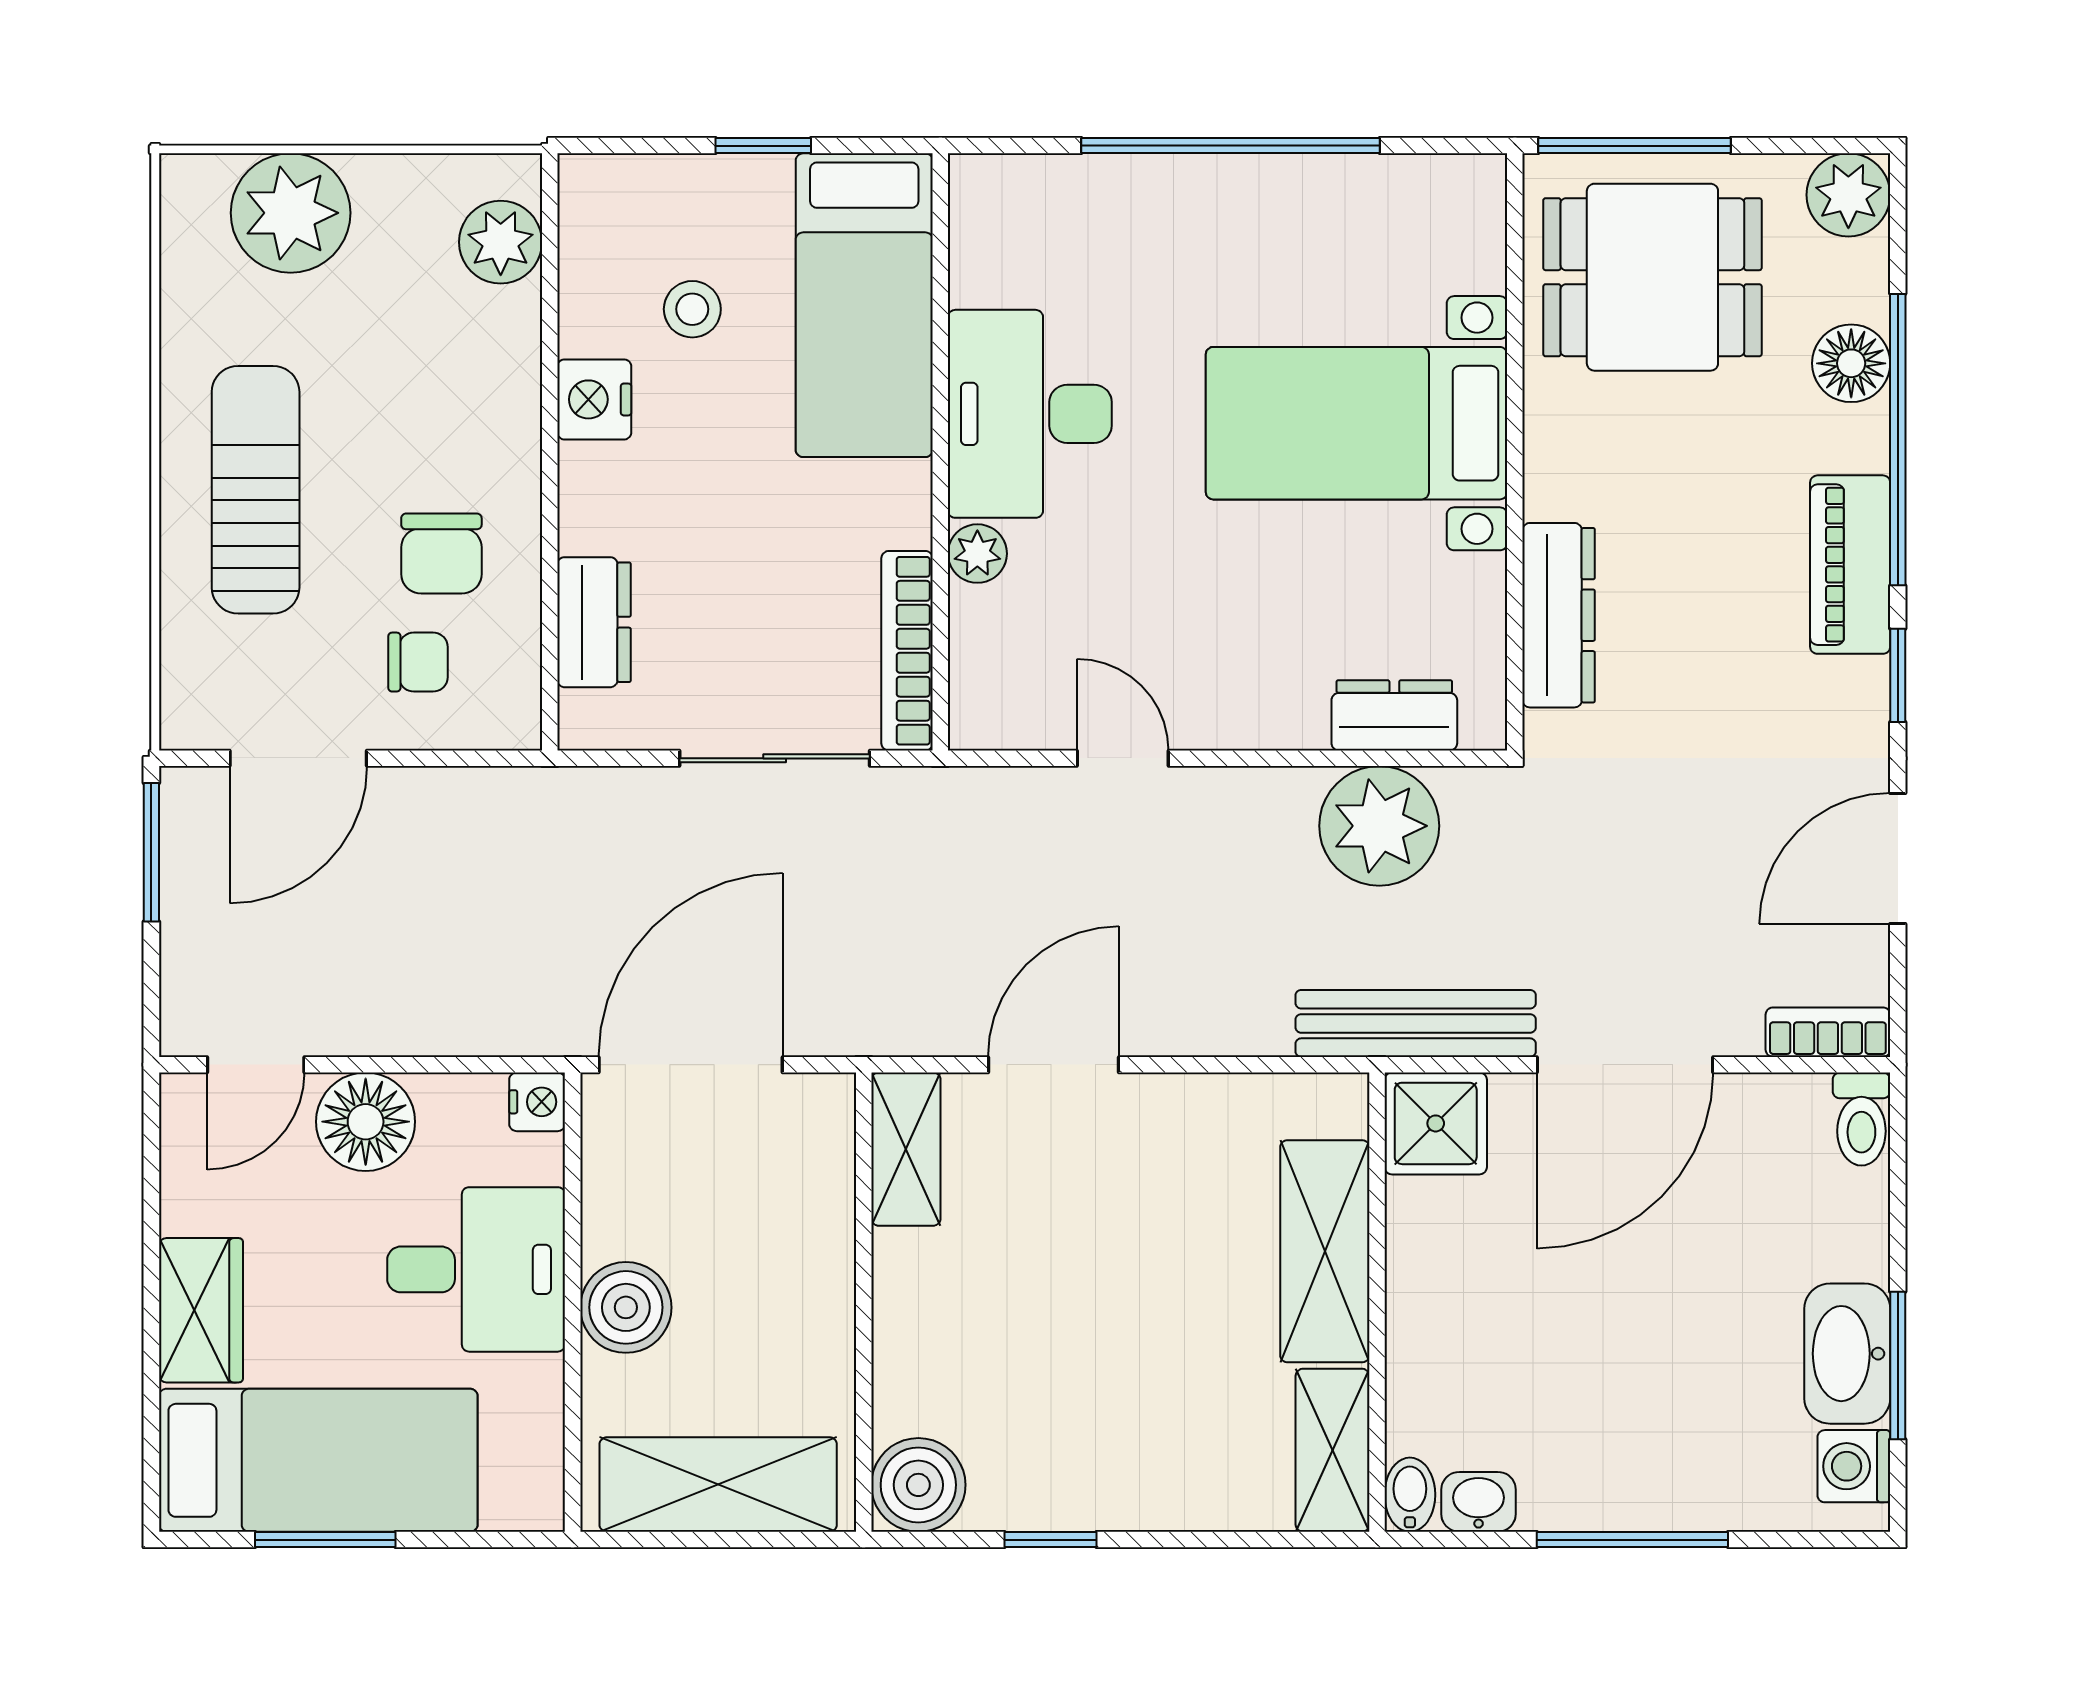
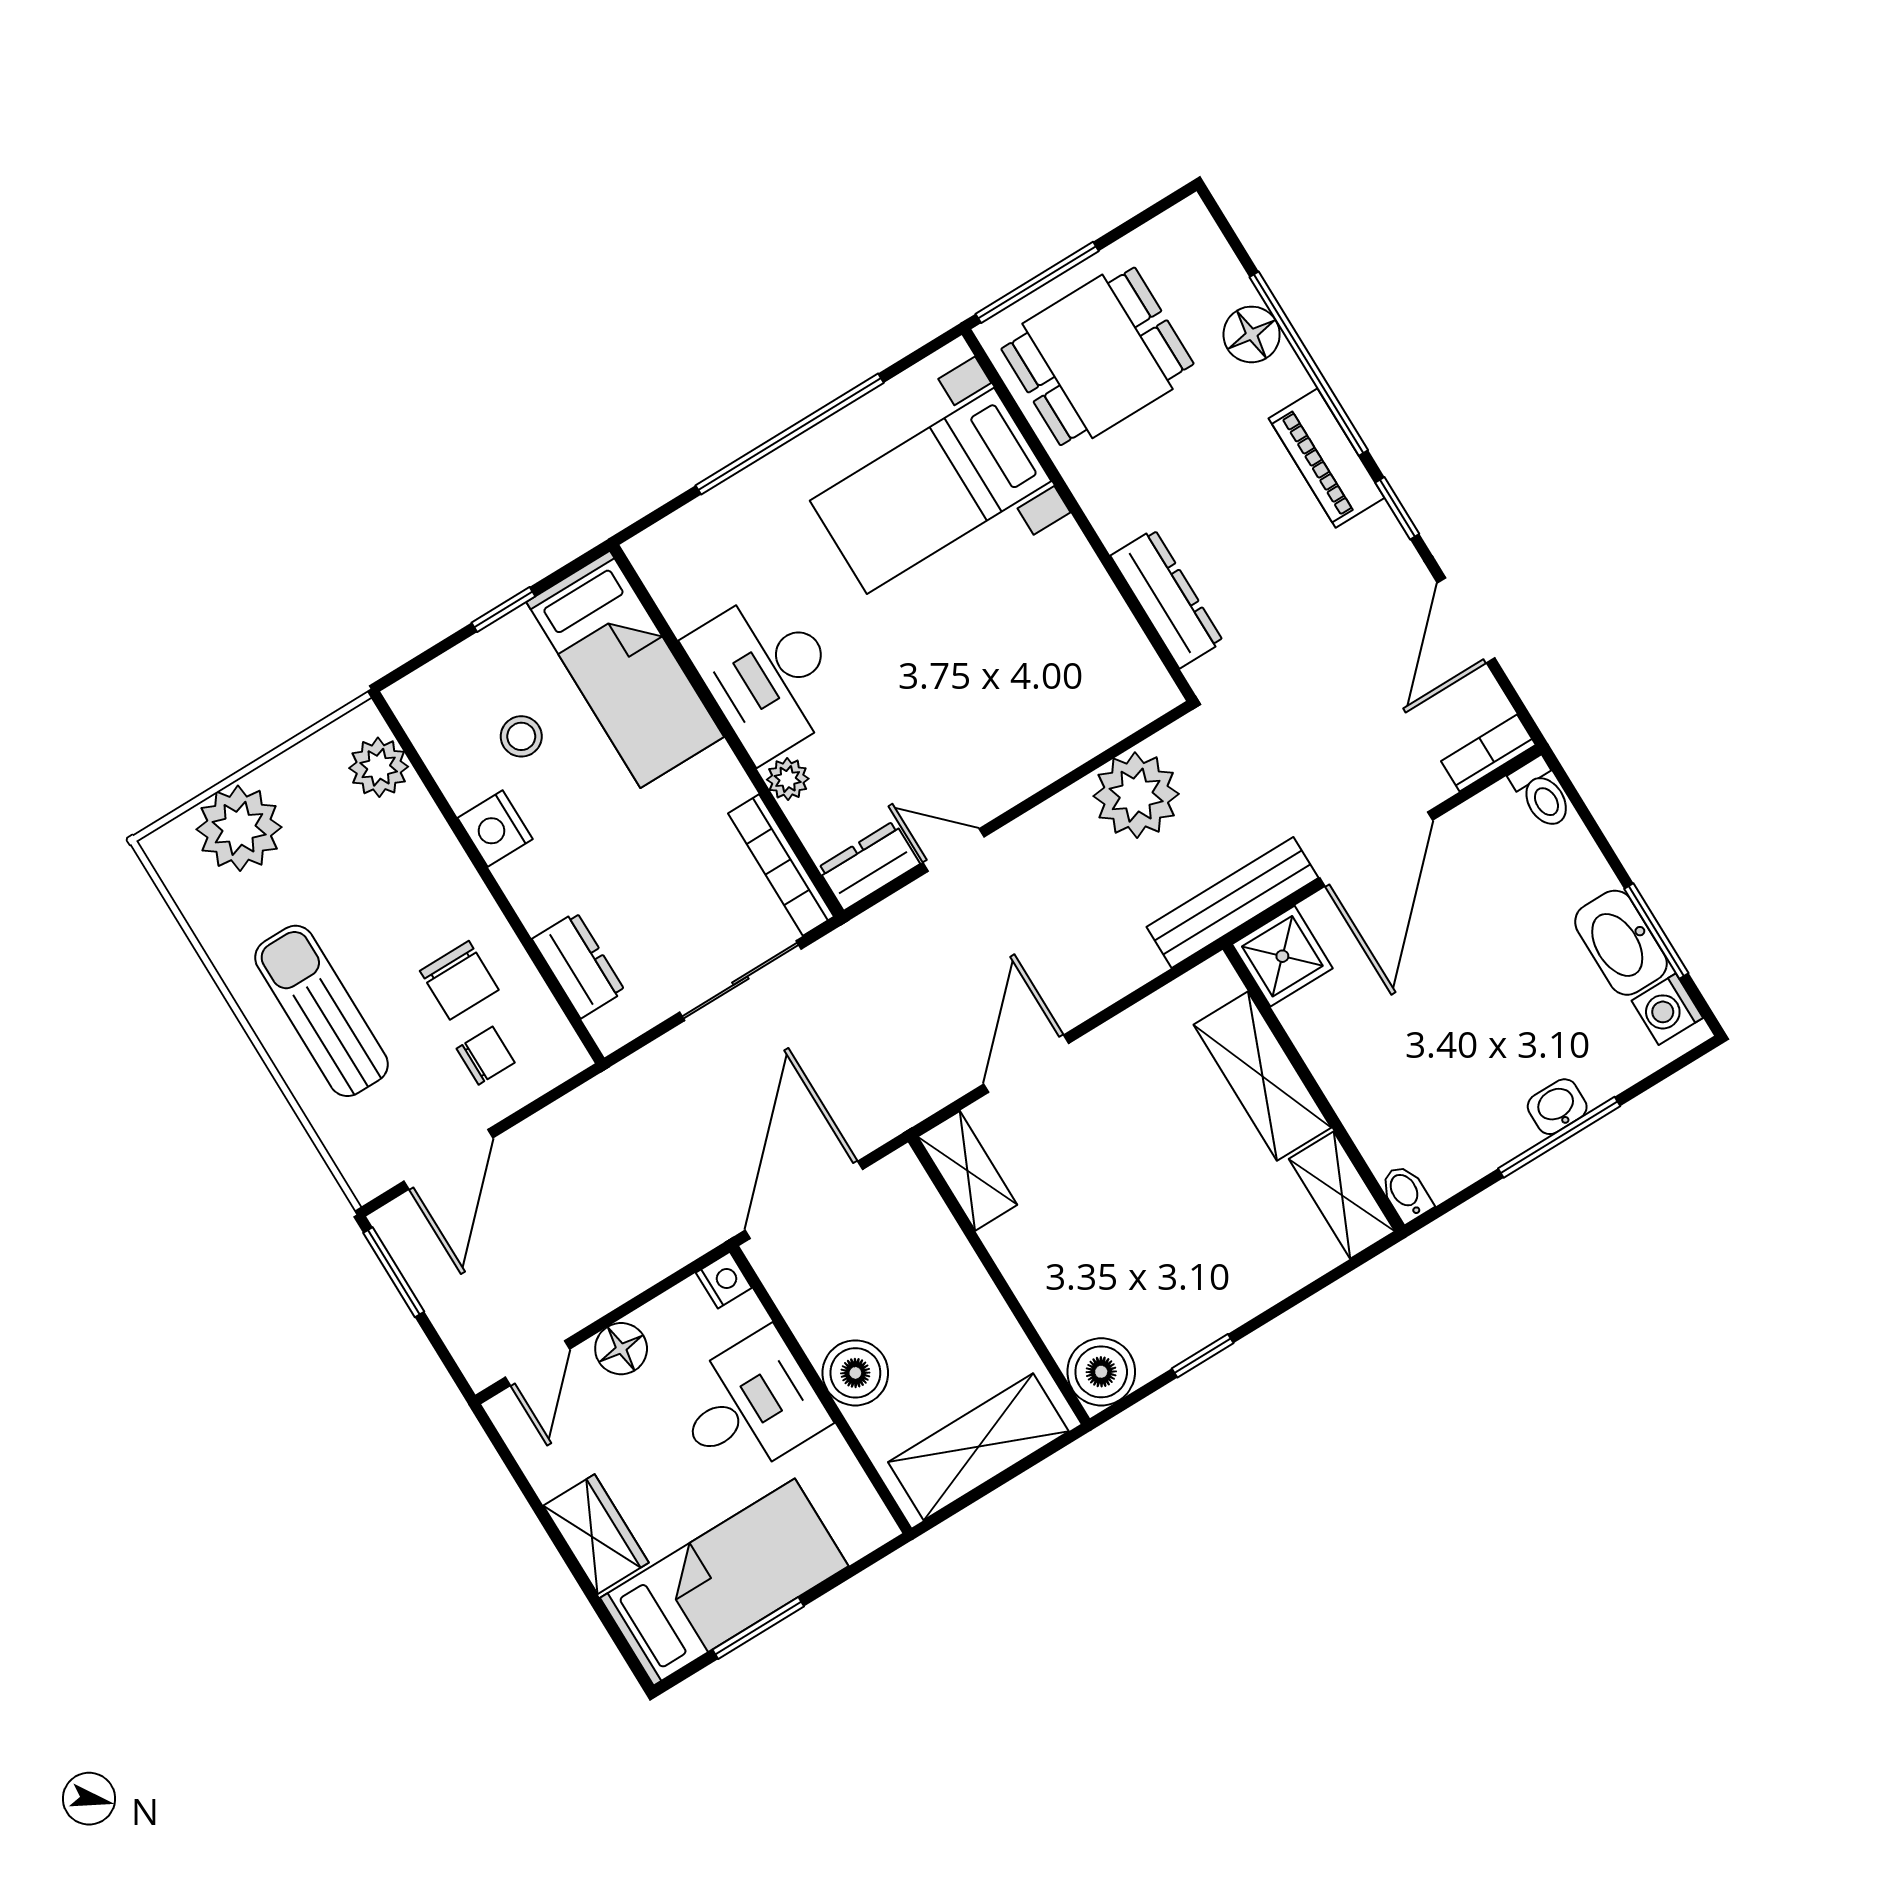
plant: (1848, 195) -> (1187, 232), removed
bed with nightstands: (1357, 423) -> (931, 491), moved
dresser: (1394, 715) -> (869, 866), moved
floor lamp: (366, 1122) -> (621, 1349), width x0.73, depth x0.73
washbasin: (1479, 1502) -> (1557, 1107), moved

